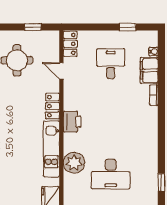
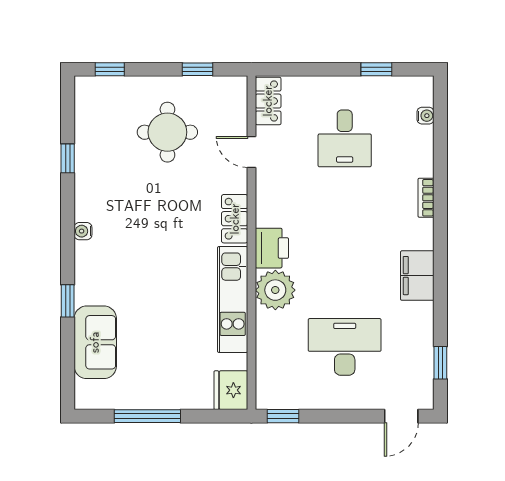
desk: (111, 64) -> (345, 138), turned 180
filing cabinet: (149, 70) -> (417, 276), moved
plant: (74, 163) -> (275, 290), moved
desk: (111, 174) -> (345, 347), turned 180

